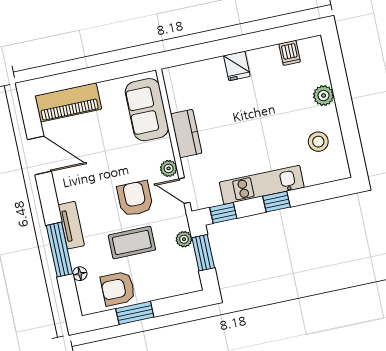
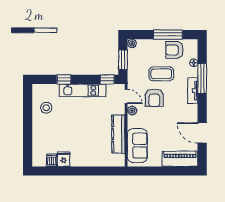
fridge: (237, 66) -> (64, 159), moved
plant: (324, 96) -> (38, 133), removed
kitchen counter: (186, 133) -> (118, 134), width x1.50
window: (276, 202) -> (64, 79), moved
plant: (184, 239) -> (132, 44), moved
armchair: (118, 289) -> (174, 50), turned 180
window: (135, 313) -> (168, 35), width x1.44

